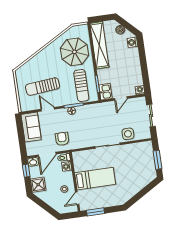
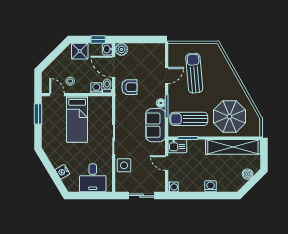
washing machine: (132, 42) -> (210, 186), moved
sofa: (31, 127) -> (156, 125), moved, turned 90
plant: (32, 150) -> (121, 49), added
desk: (142, 158) -> (93, 178), added
window: (157, 160) -> (88, 196), removed
nightstand: (141, 184) -> (62, 172), added

